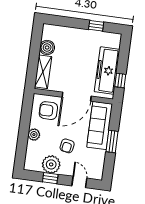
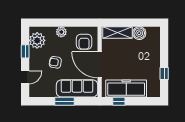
armchair: (48, 111) -> (84, 42), turned 180
plant: (51, 164) -> (37, 40), moved

